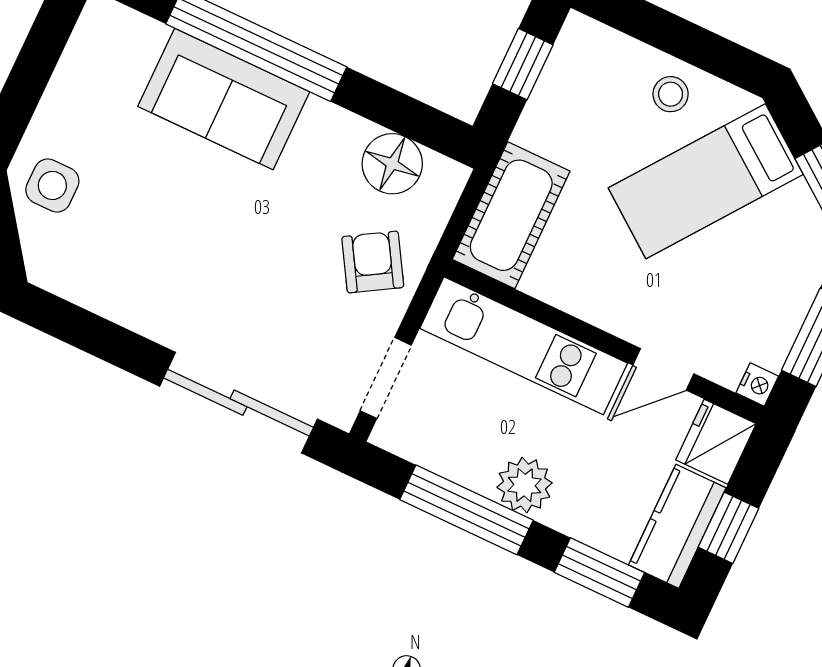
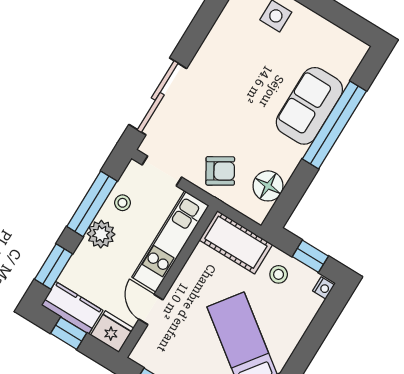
stool: (671, 94) -> (279, 274), moved
nightstand: (757, 385) -> (324, 288), moved, turned -90
stool: (458, 449) -> (122, 203), added

